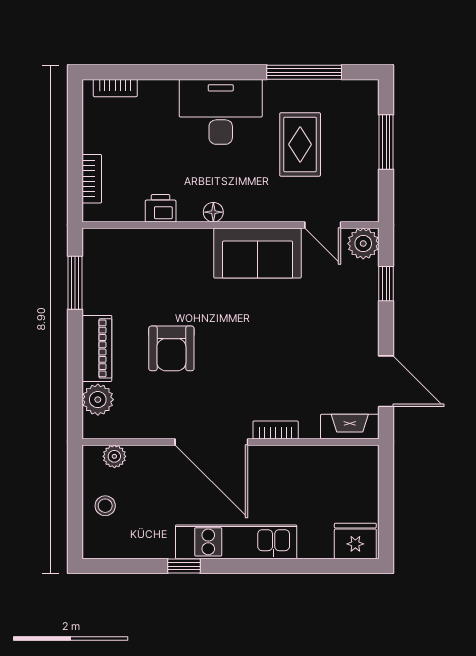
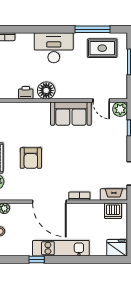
rug: (300, 144) -> (102, 48), moved, turned 90
floor lamp: (213, 212) -> (46, 90), width x1.89, depth x1.89
dishwasher: (348, 462) -> (113, 211), added

